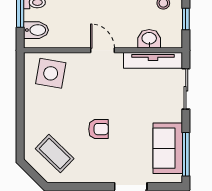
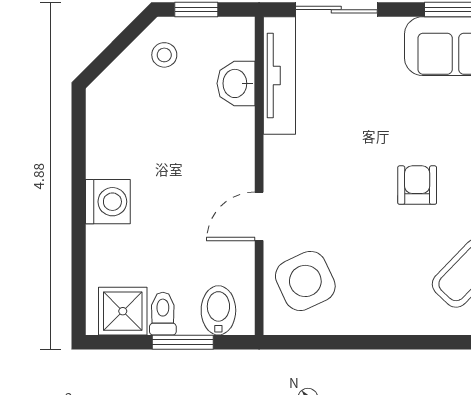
door: (103, 50) -> (259, 216), moved
side table: (51, 73) -> (305, 281), turned -35

